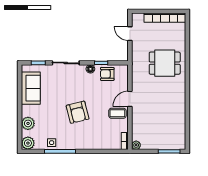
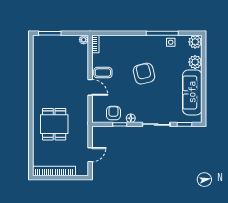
door: (130, 34) -> (90, 155), hinge flipped
dining table: (165, 63) -> (54, 124), turned 90
armchair: (107, 74) -> (113, 113), turned -90
sofa: (31, 88) -> (192, 92), width x1.36
door: (130, 99) -> (90, 87), hinge flipped

